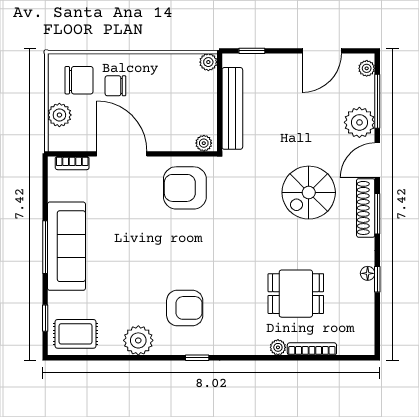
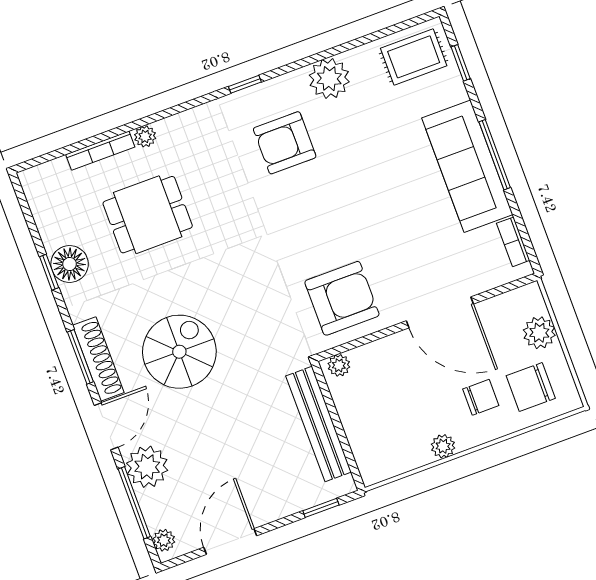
plant: (208, 62) -> (443, 446), moved
bookcase: (72, 163) -> (513, 242), moved, turned -90
floor lamp: (368, 273) -> (70, 264), width x1.89, depth x1.89

